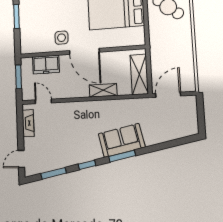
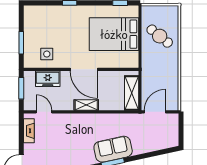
window: (16, 16) -> (21, 43), moved
side table: (61, 38) -> (47, 54), moved
shelving: (103, 90) -> (86, 105), moved

